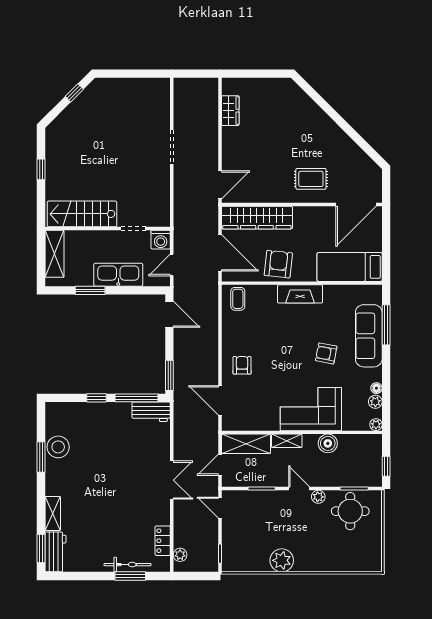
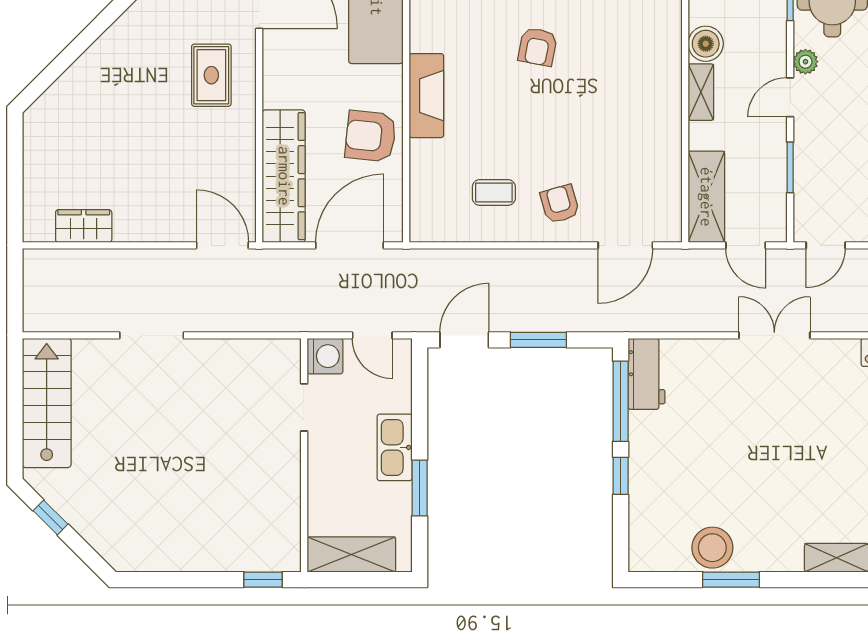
window: (41, 169) -> (263, 580), moved
stairs: (82, 214) -> (47, 403), moved, turned 180
kitchen sink: (118, 275) -> (395, 447), width x0.73, depth x0.81
coffee table: (238, 299) -> (494, 192), moved
armchair: (242, 365) -> (560, 204), turned 74
window: (169, 375) -> (538, 340), moved
corner sofa: (311, 409) -> (641, 75), removed
shelving: (287, 441) -> (701, 92), moved

